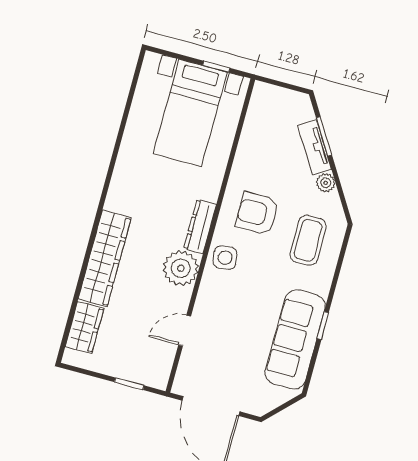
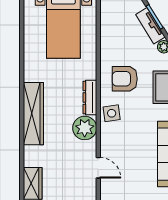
wardrobe: (105, 258) -> (33, 114), moved
door: (185, 331) -> (98, 168), swing flipped

